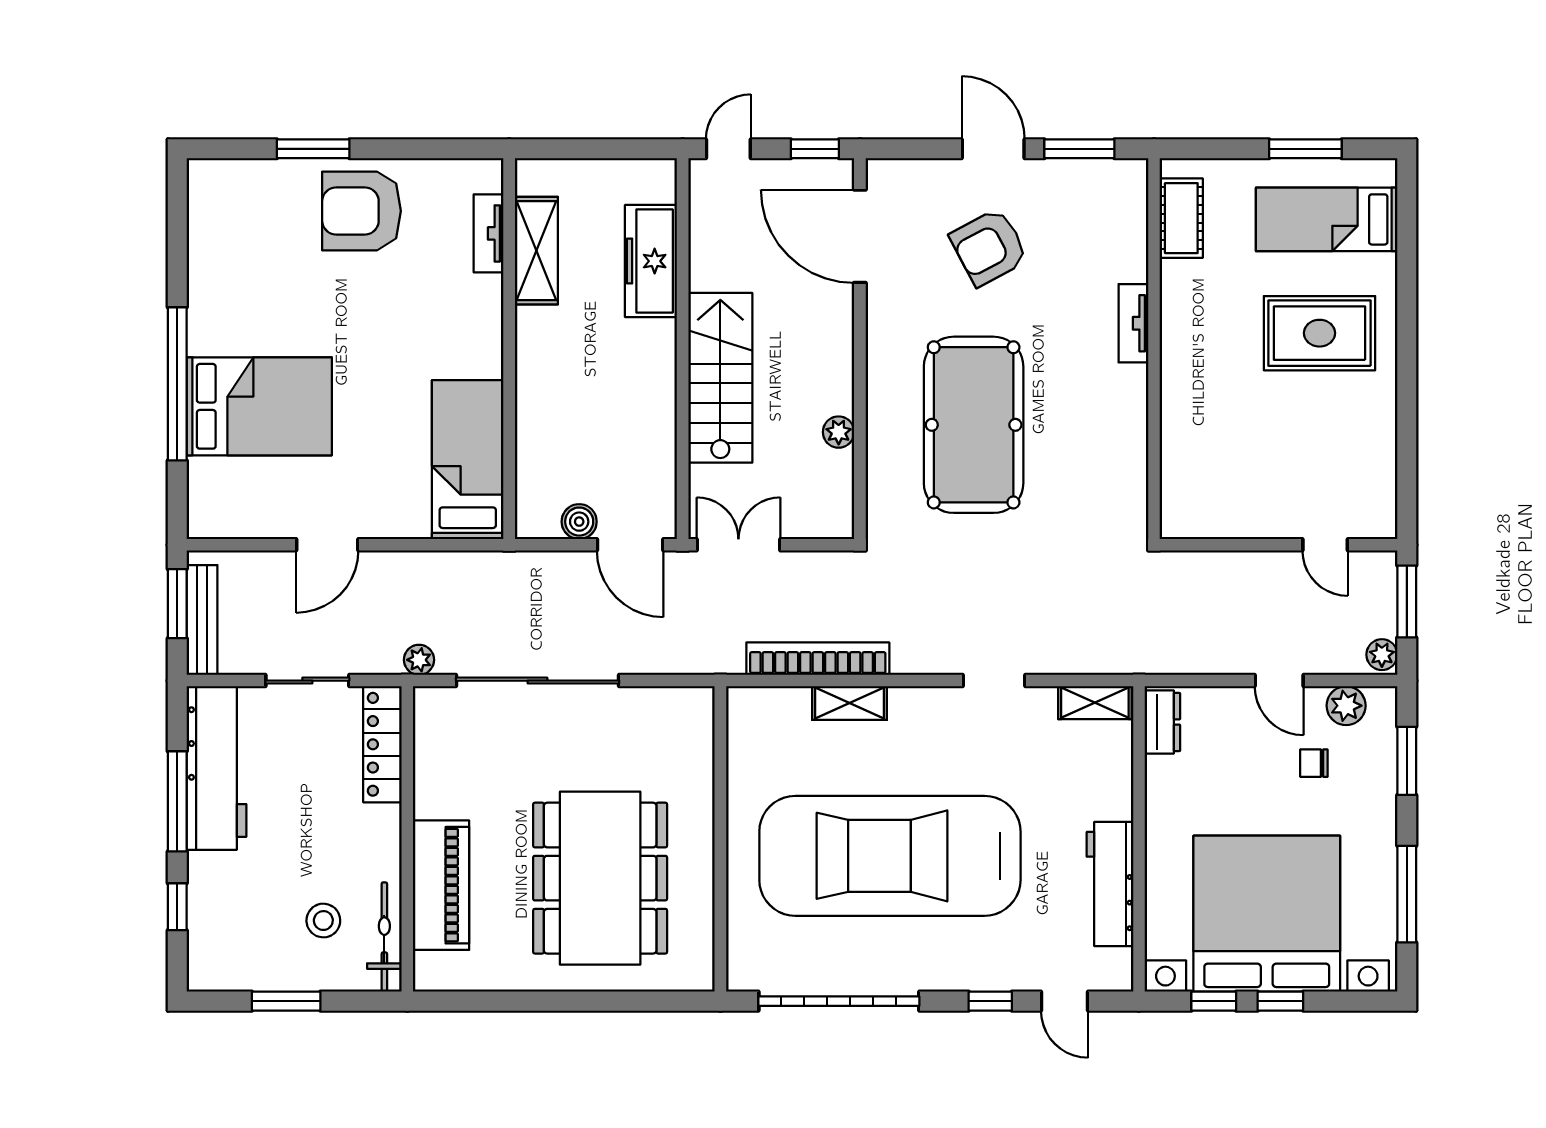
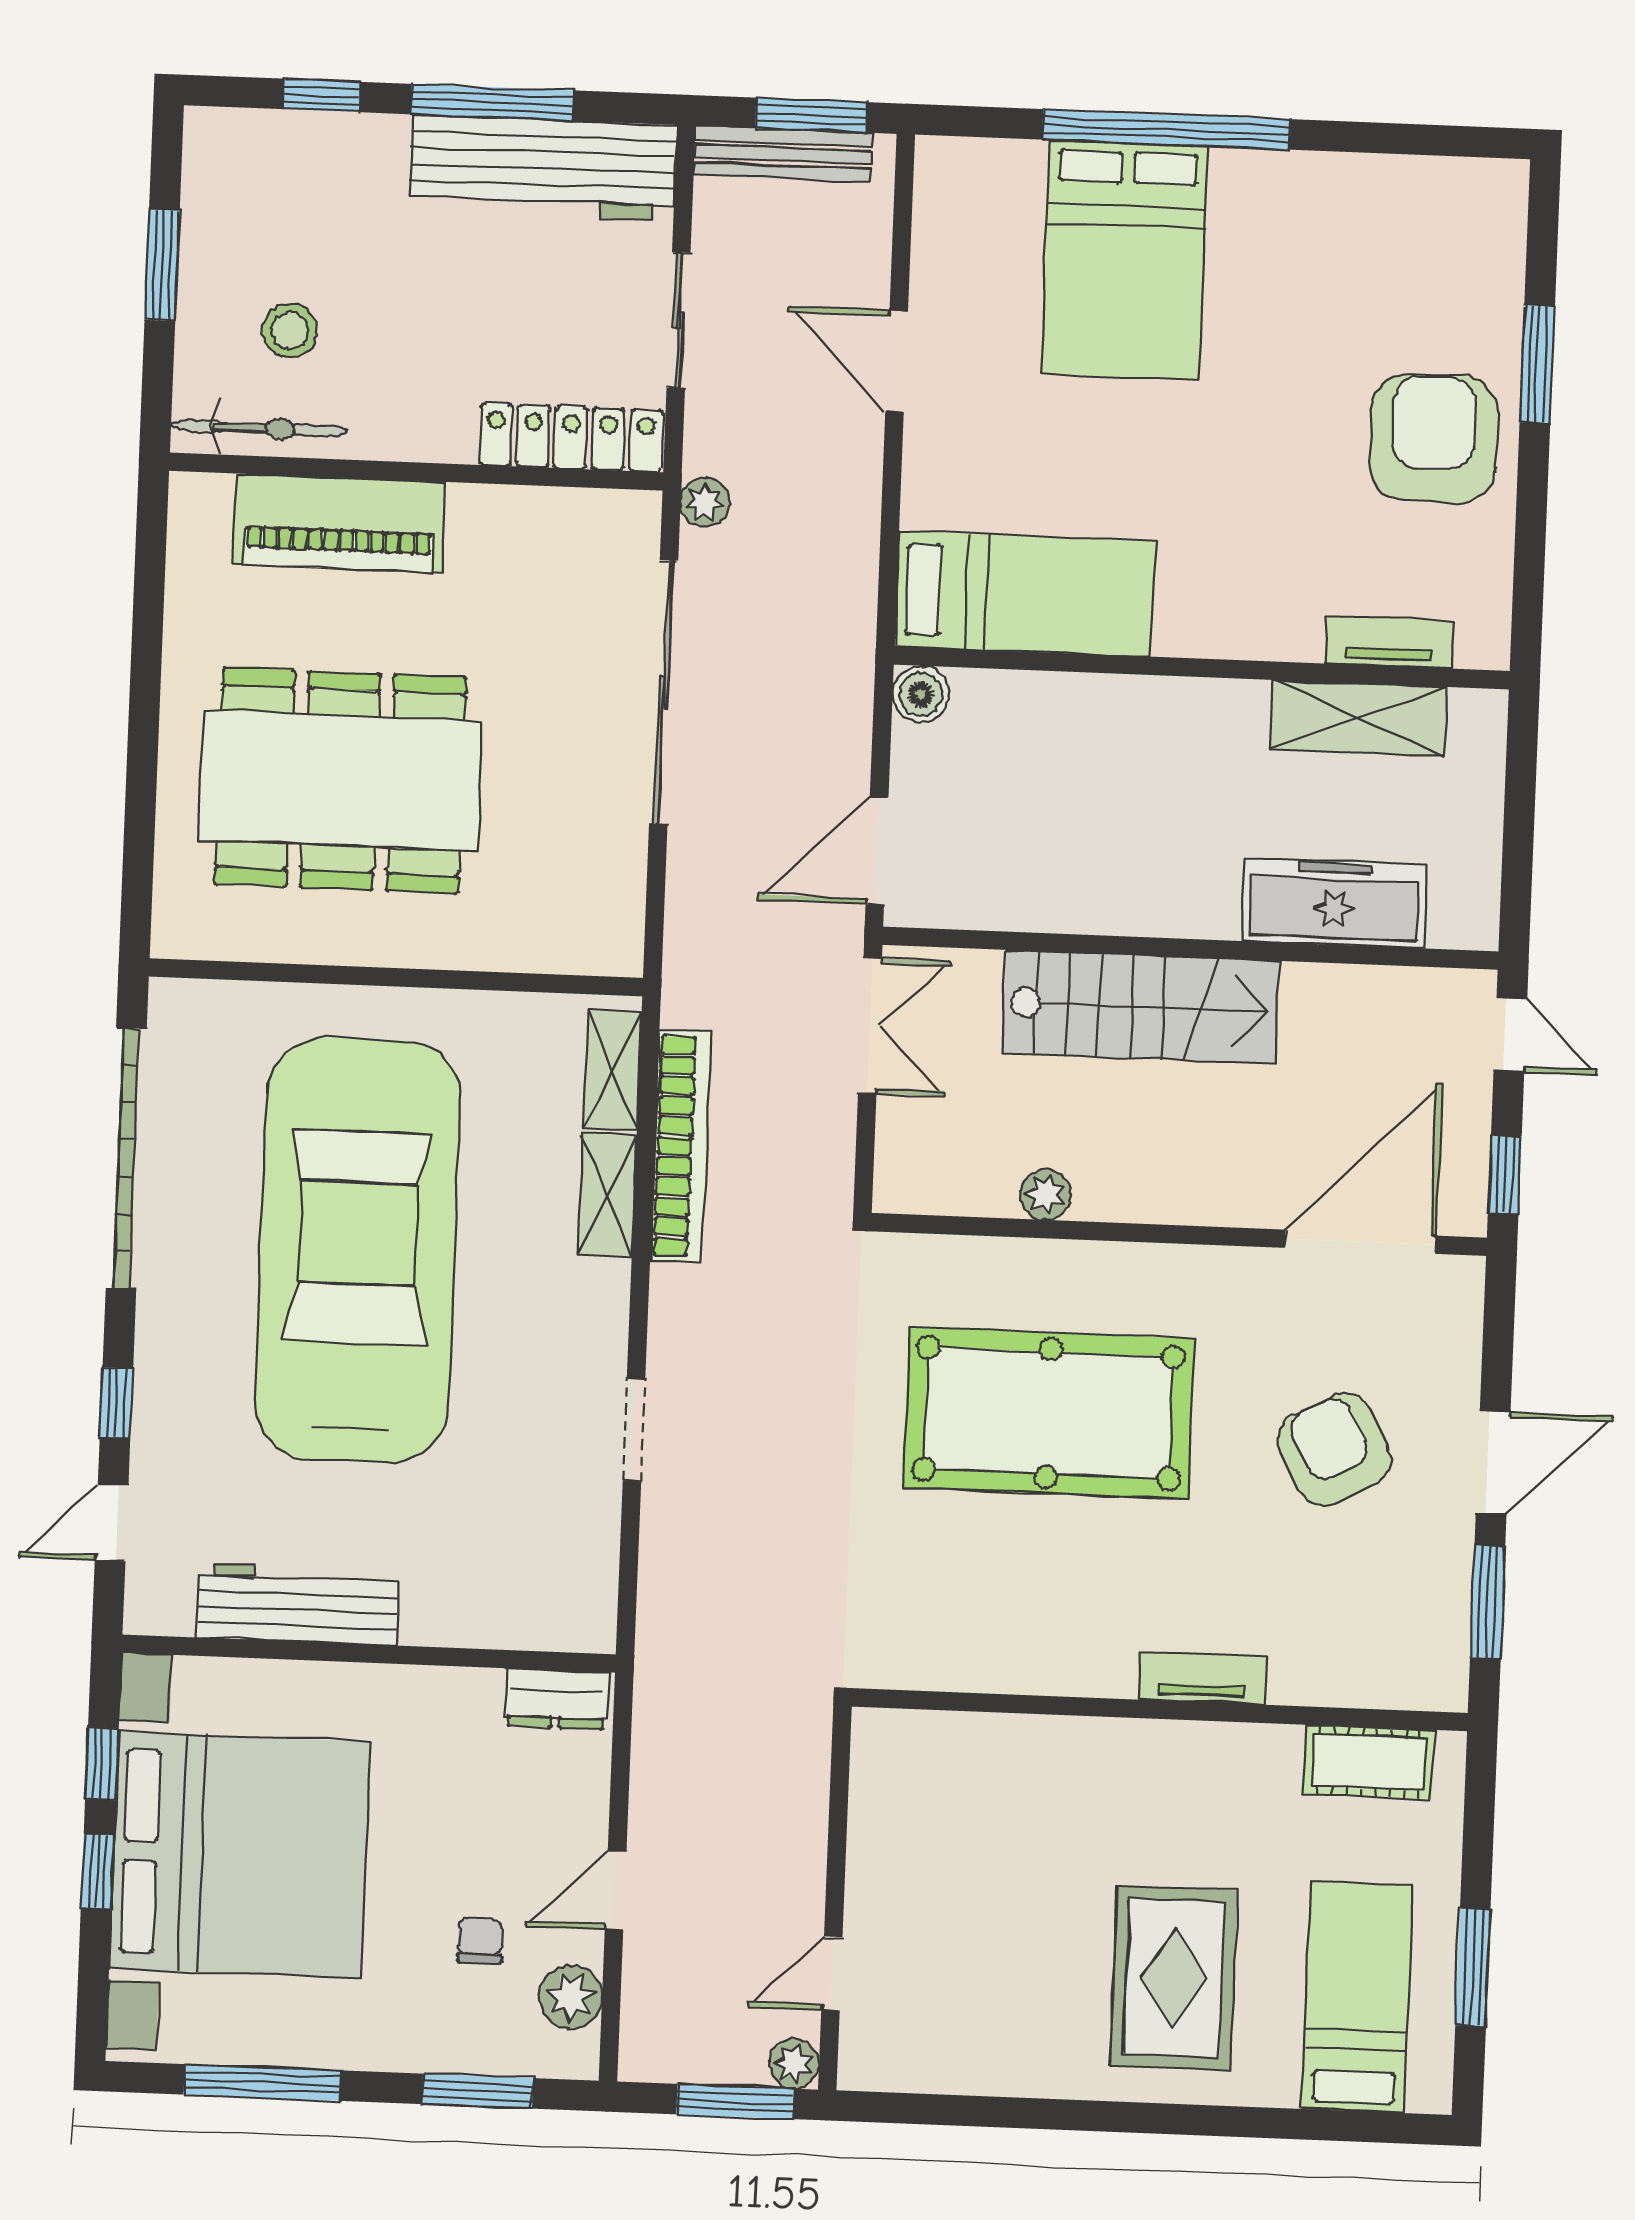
boiler: (579, 522) -> (921, 694), moved
plant: (1382, 655) -> (794, 2064), moved
shelving: (1095, 703) -> (613, 1070), moved

